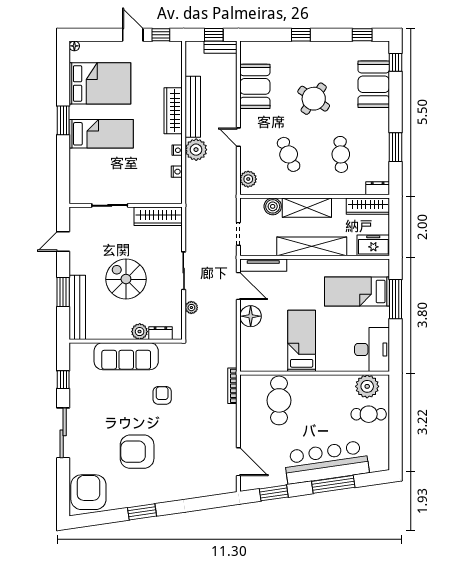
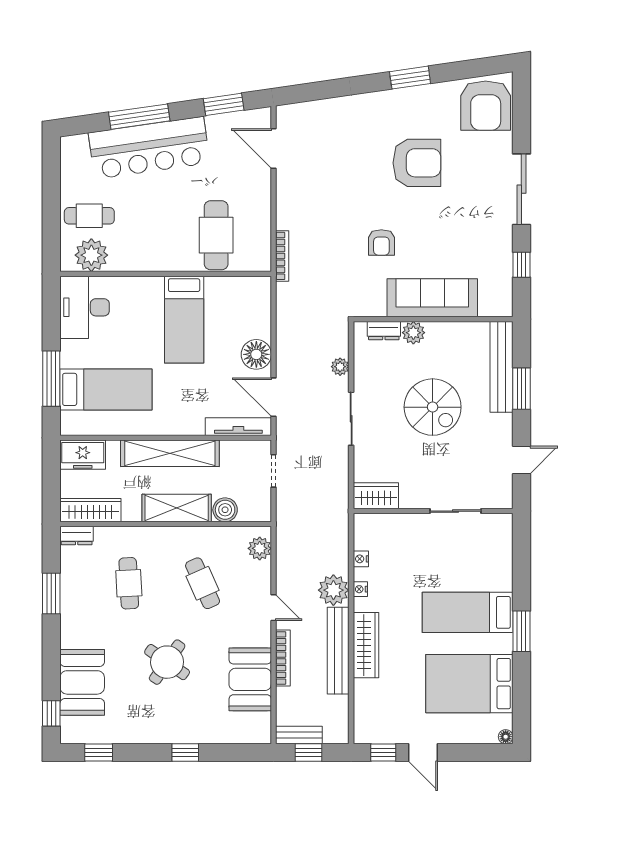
bookcase: (232, 102) -> (283, 658), added
wardrobe: (158, 216) -> (376, 496), width x0.67

